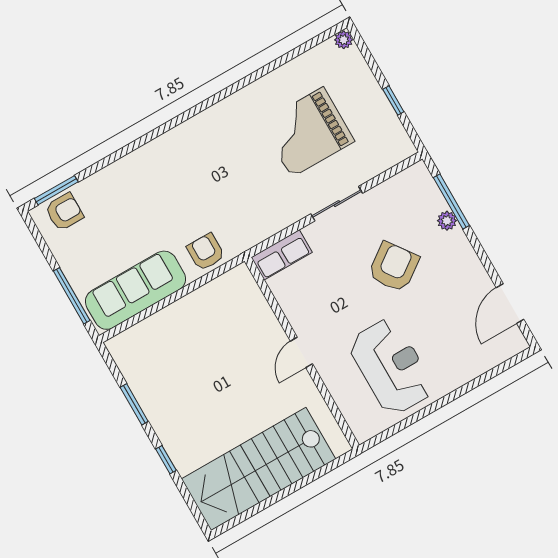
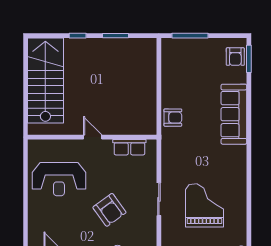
row of seats: (282, 255) -> (129, 147), moved, turned -90
sofa: (135, 290) -> (234, 114), moved, turned 180

